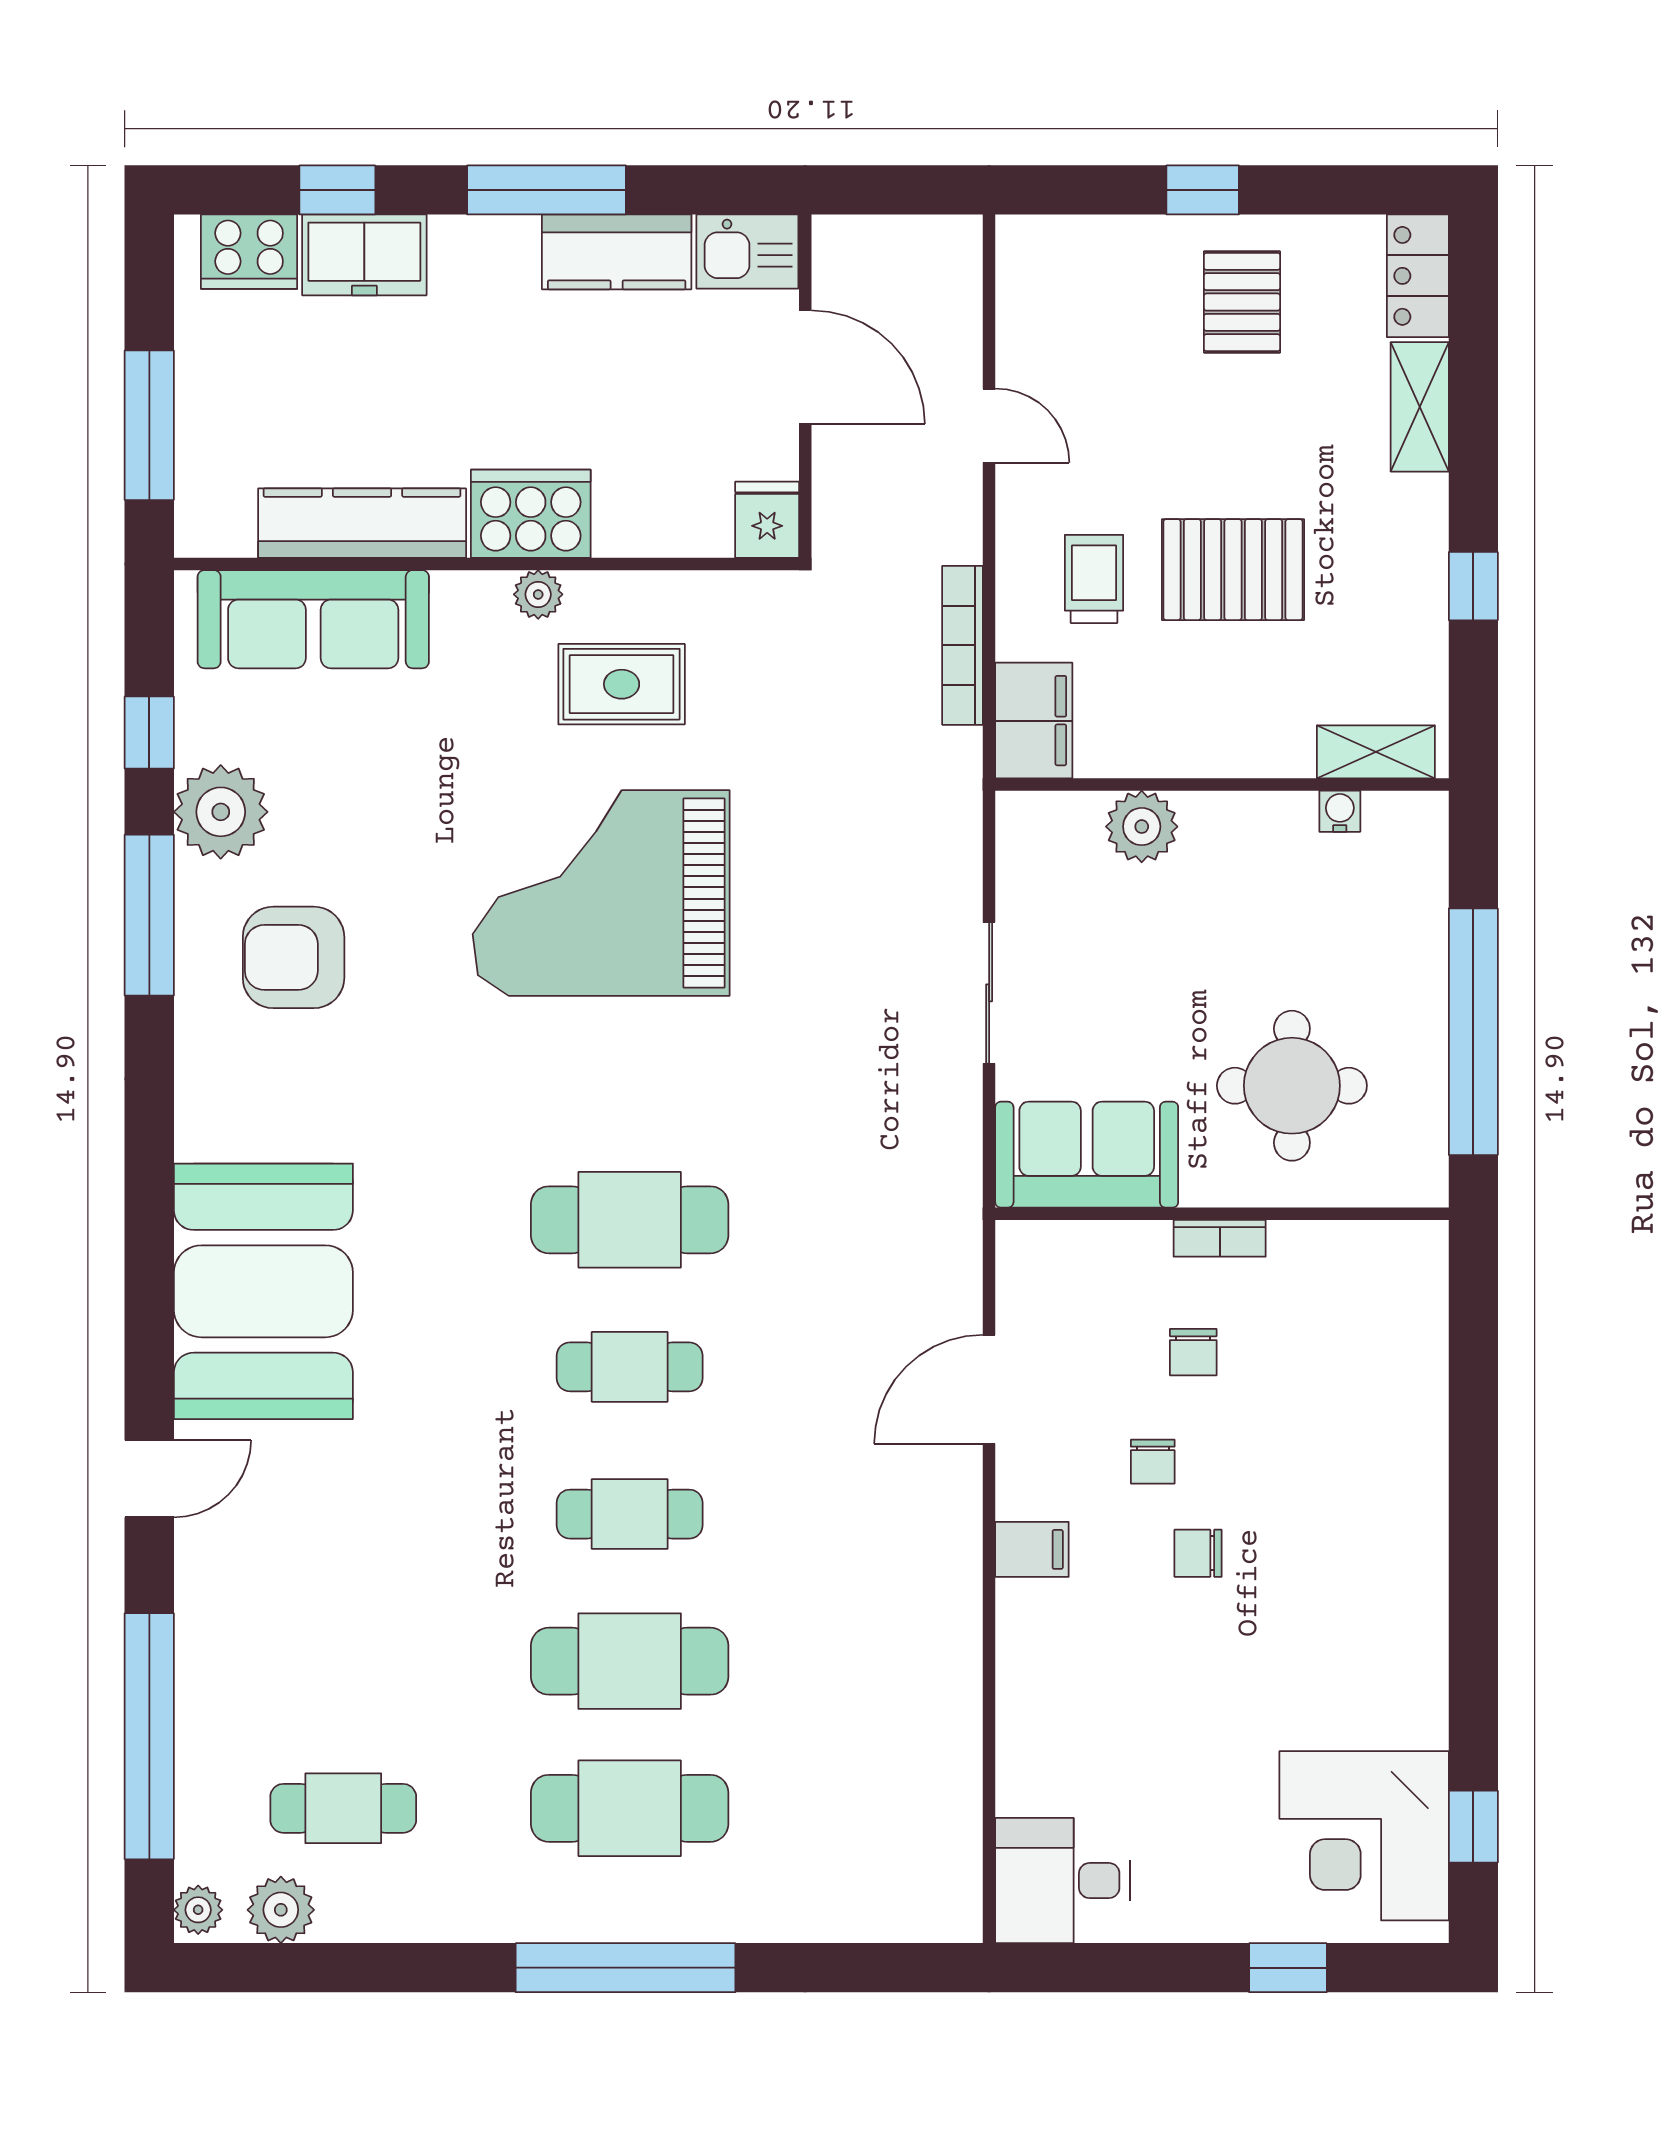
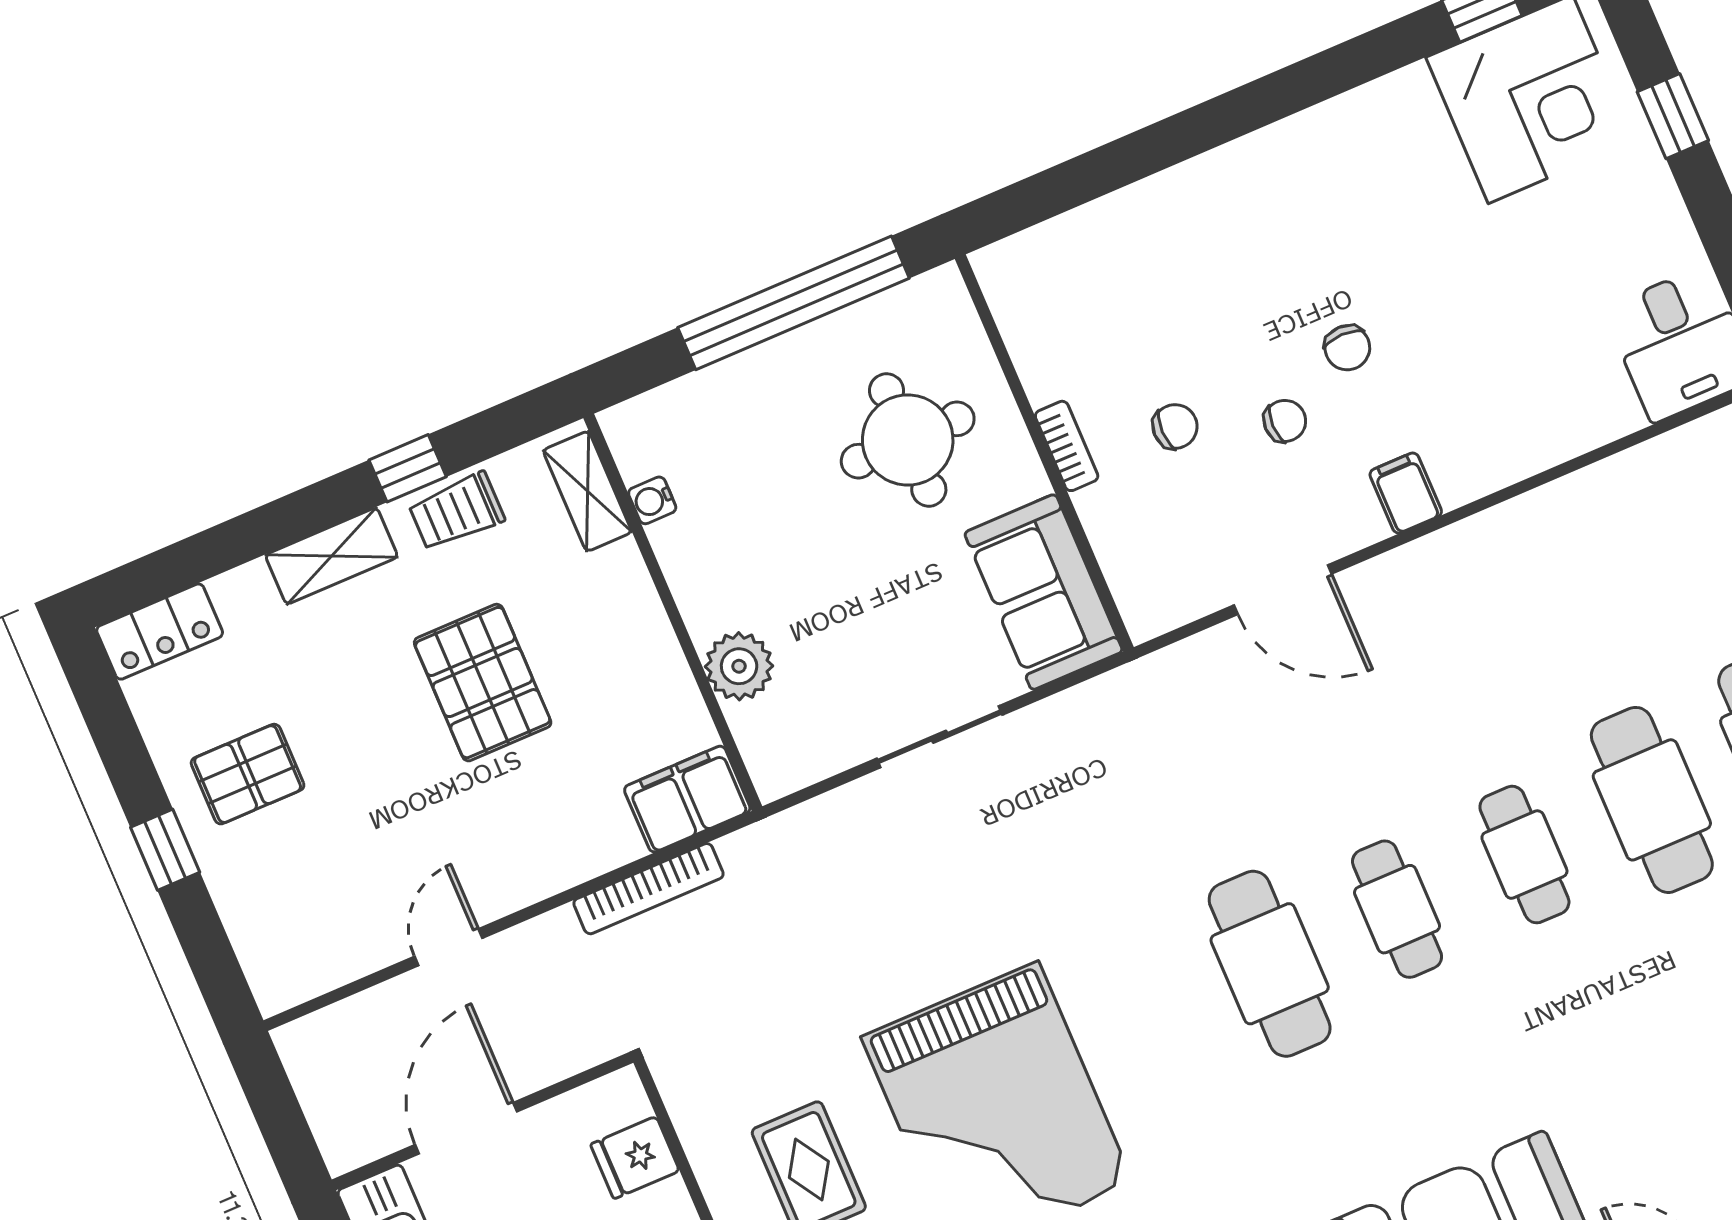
shelving: (1420, 407) -> (332, 556), moved
fridge: (767, 520) -> (635, 1158), moved
trolley: (1094, 579) -> (457, 512), moved

